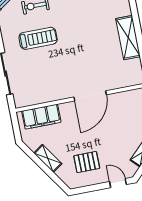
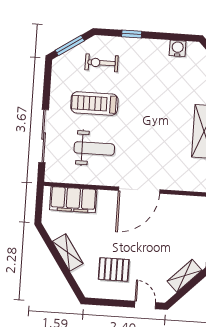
treadmill: (38, 38) -> (94, 103), turned 180
weight bench: (47, 73) -> (94, 148), added

